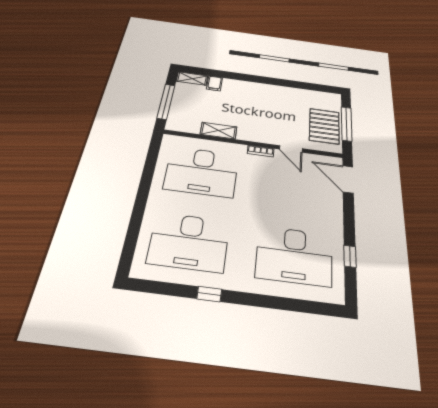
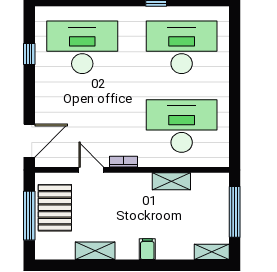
filing cabinet: (214, 83) -> (147, 249), moved
shelving: (291, 93) -> (95, 251), added
door: (348, 179) -> (29, 141), hinge flipped

